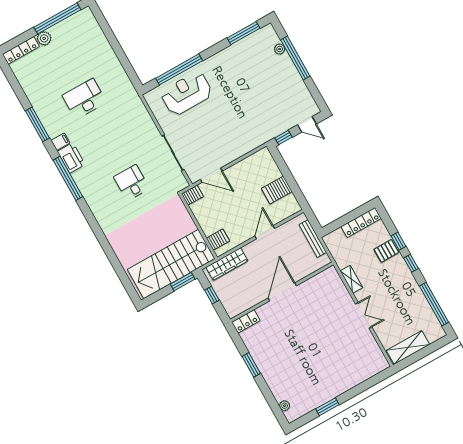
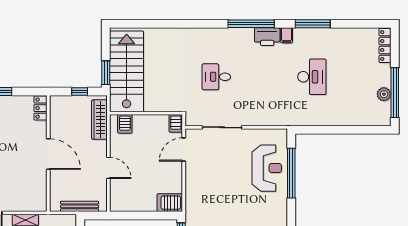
plant: (44, 38) -> (384, 94), moved
desk: (132, 183) -> (216, 77), turned 180
server rack: (277, 190) -> (170, 203), moved, turned -90

